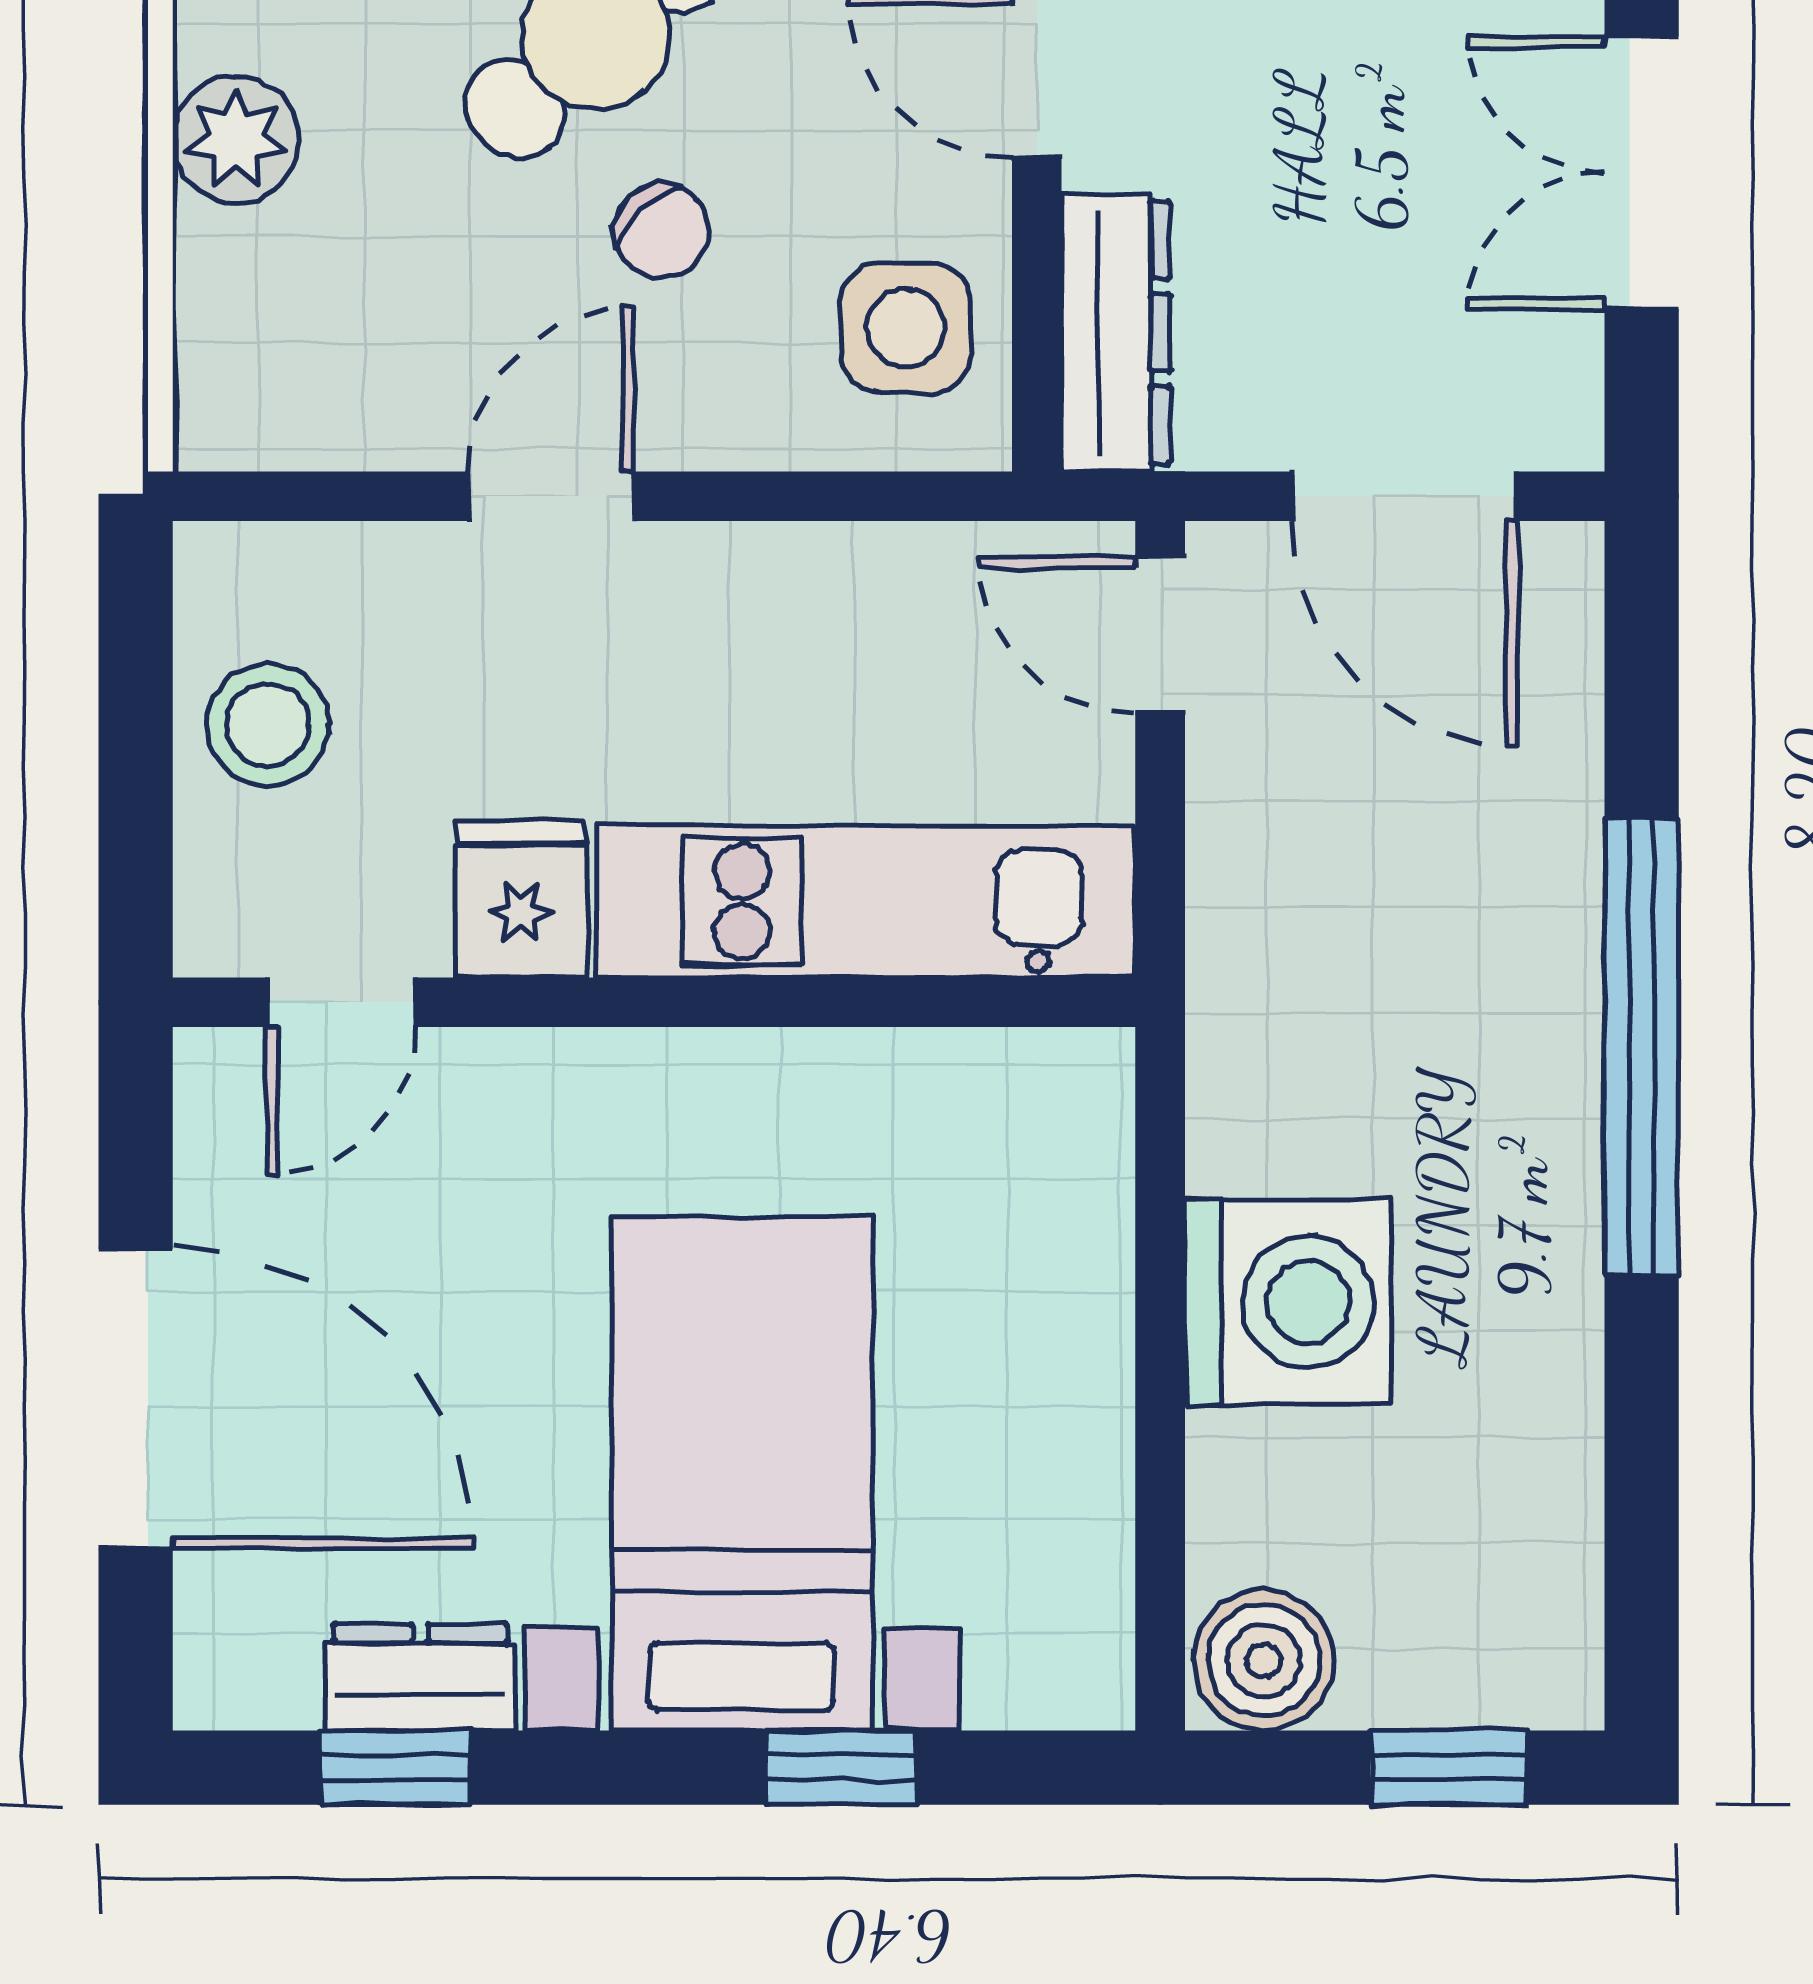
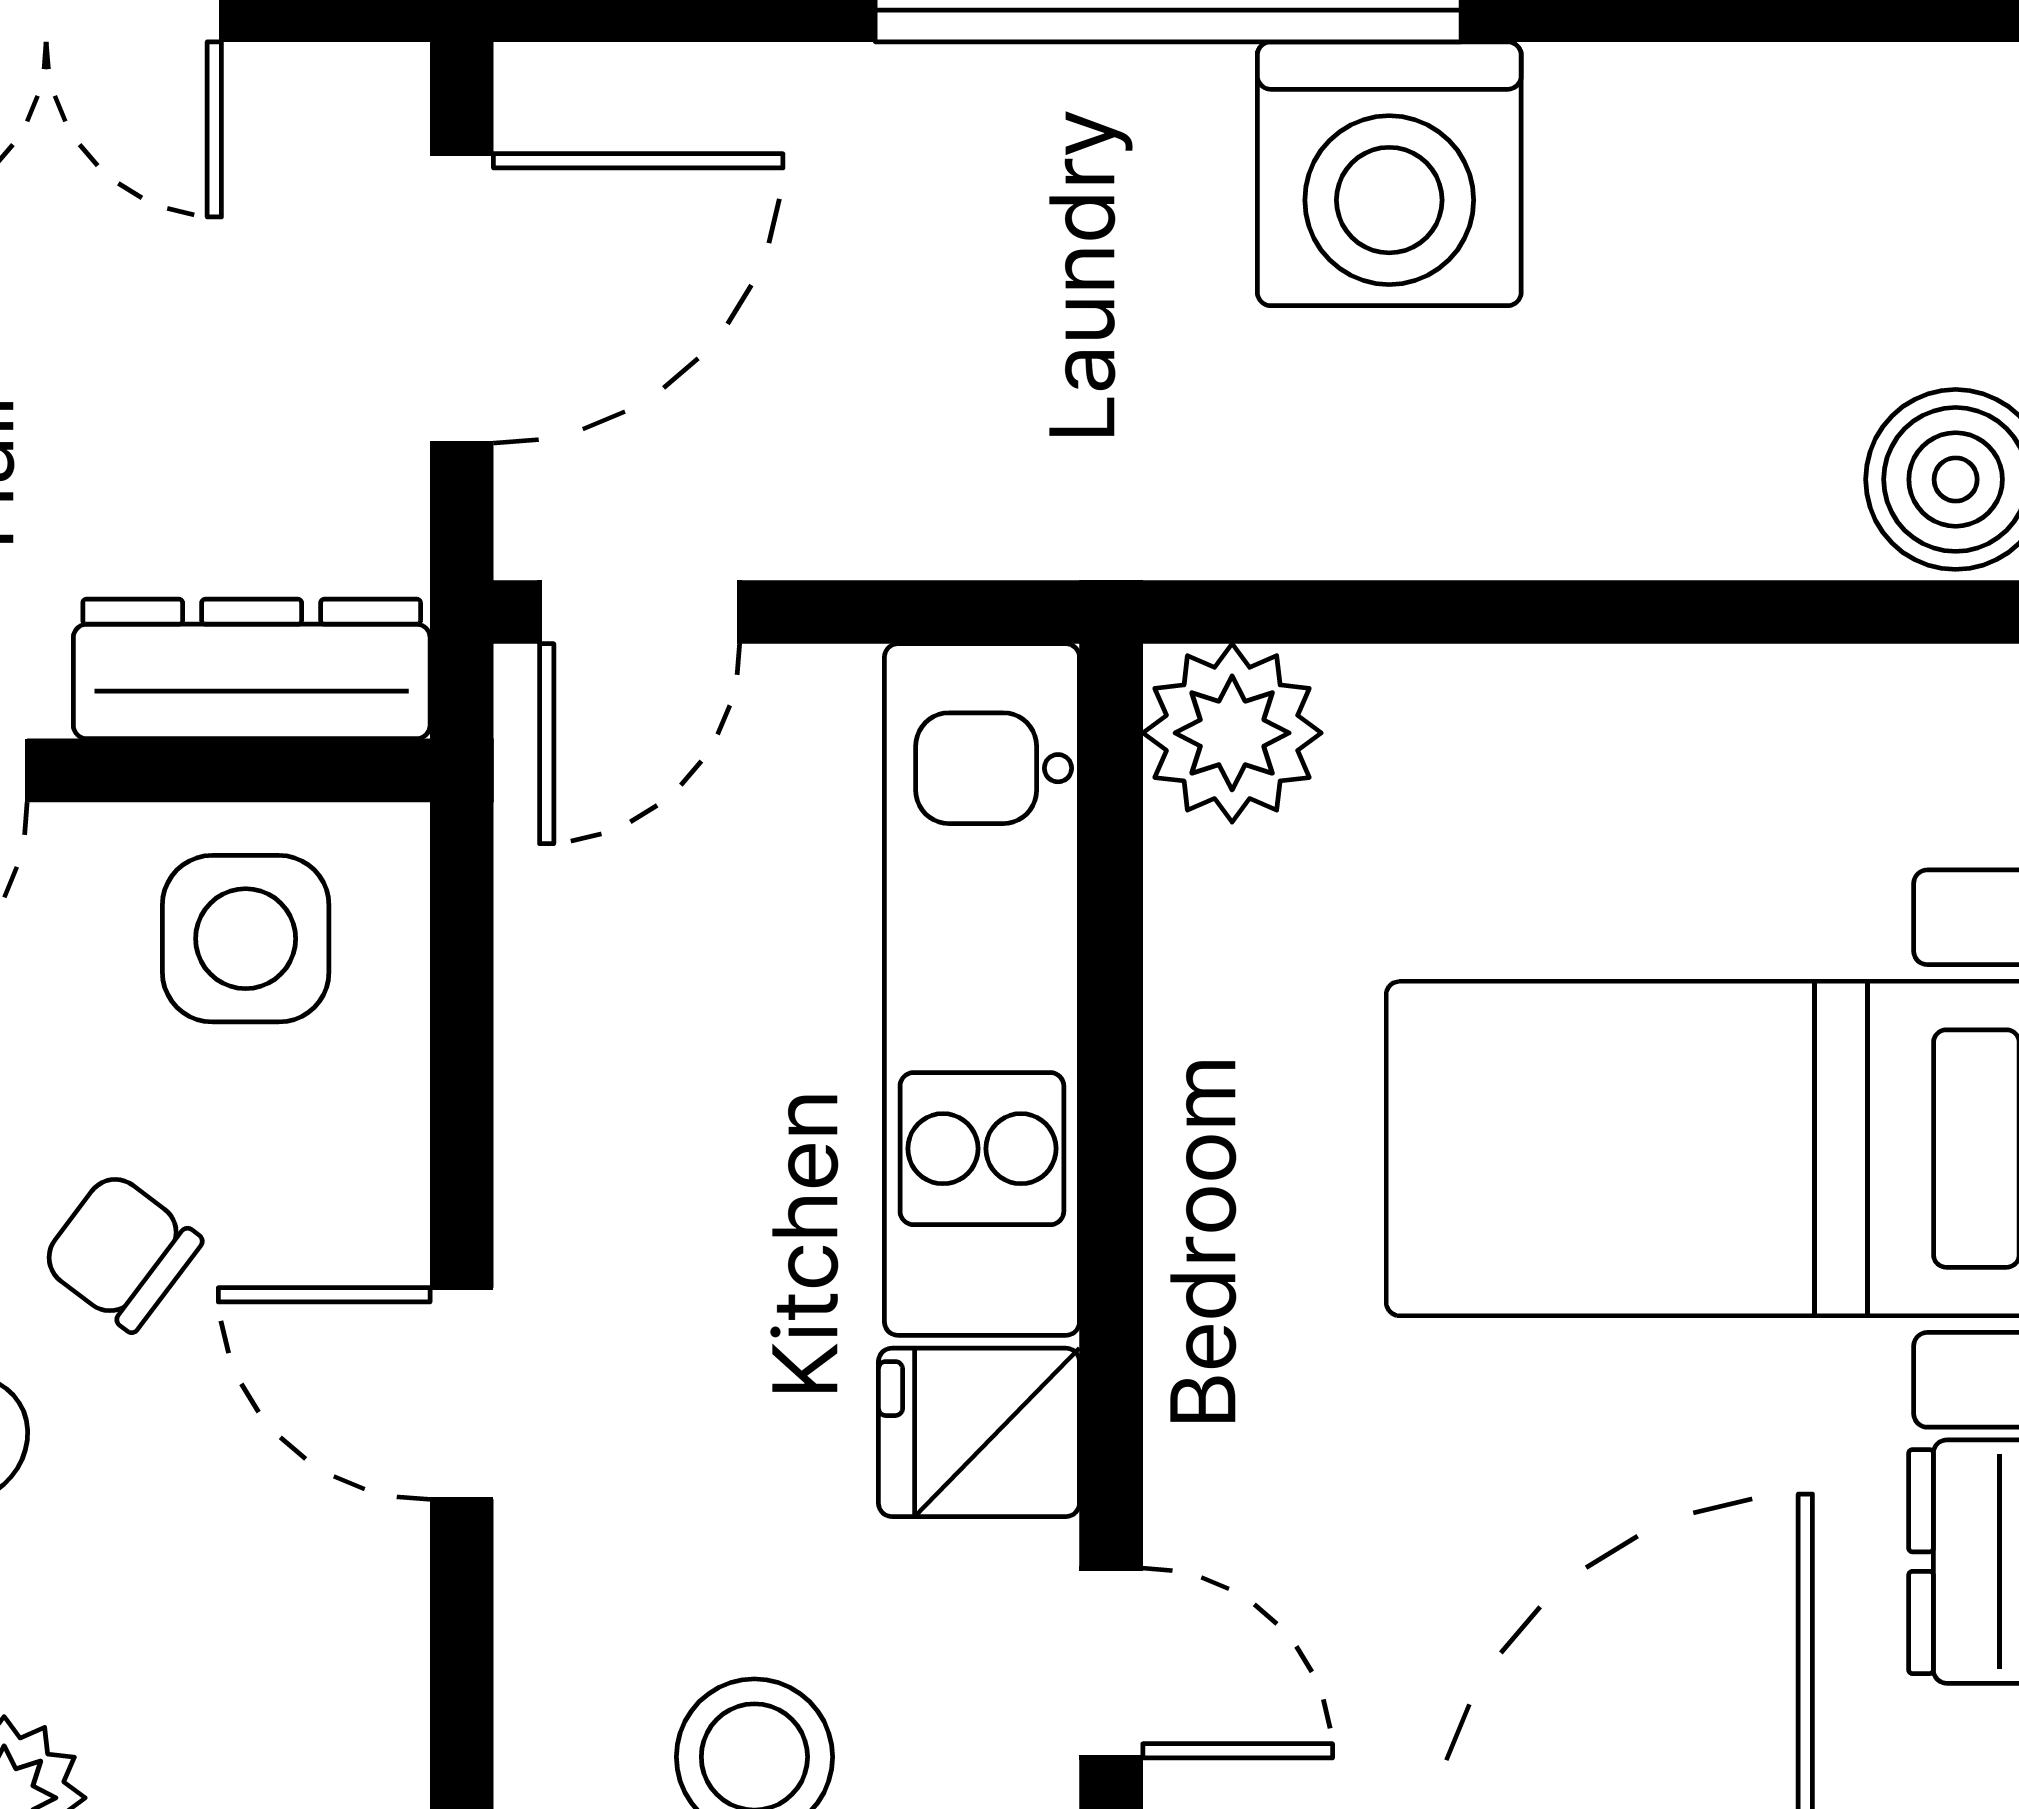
chair: (662, 231) -> (121, 1252), turned -99
plant: (1066, 1097) -> (1232, 733), added
washing machine: (1288, 1302) -> (1389, 174), moved, turned 180

